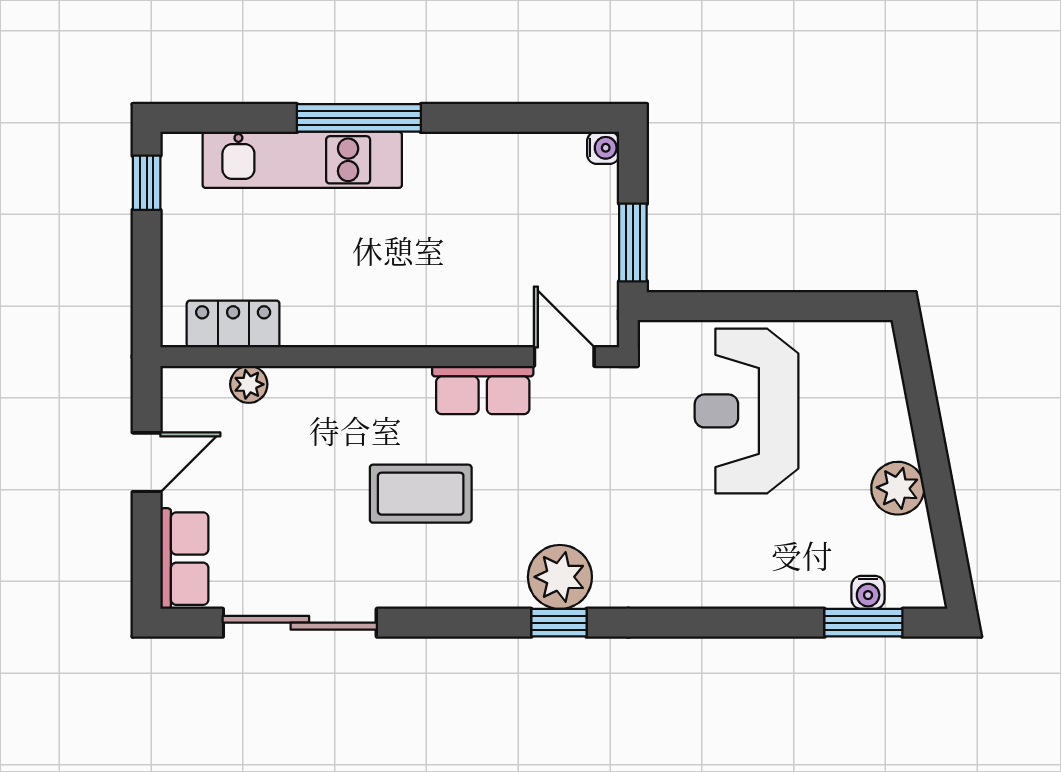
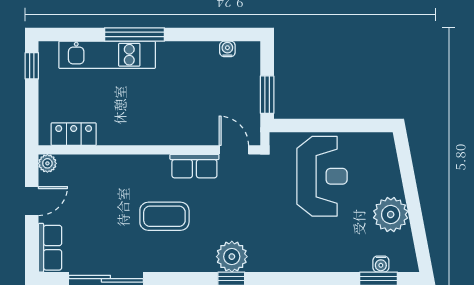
water cooler: (603, 148) -> (227, 49), moved, turned -90
plant: (249, 384) -> (47, 163), moved
reception desk: (746, 411) -> (322, 176), turned 180
plant: (898, 488) -> (391, 214), width x1.36, depth x1.36

